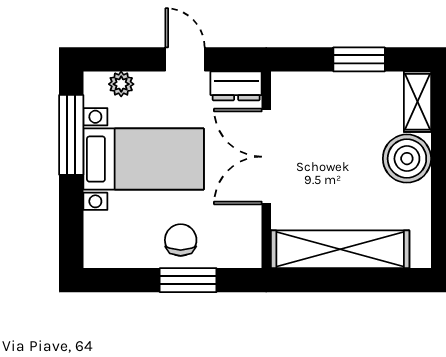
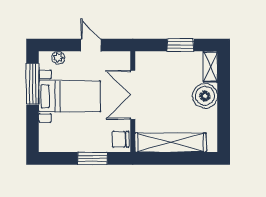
dresser: (236, 86) -> (117, 59), removed
chair: (181, 240) -> (121, 139), moved, turned -90

